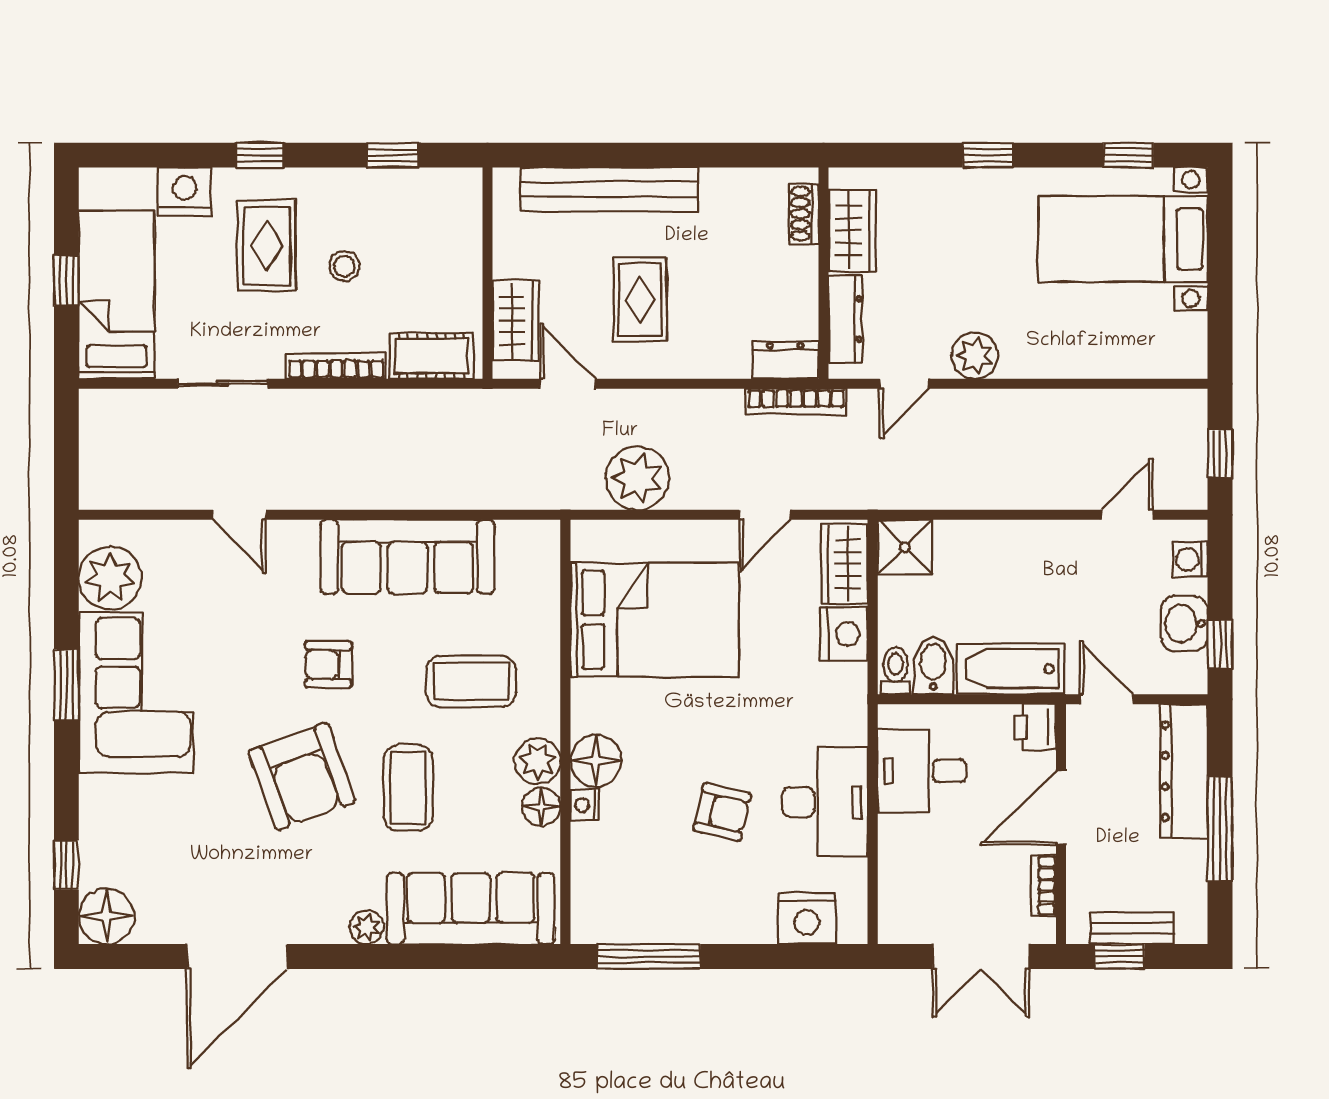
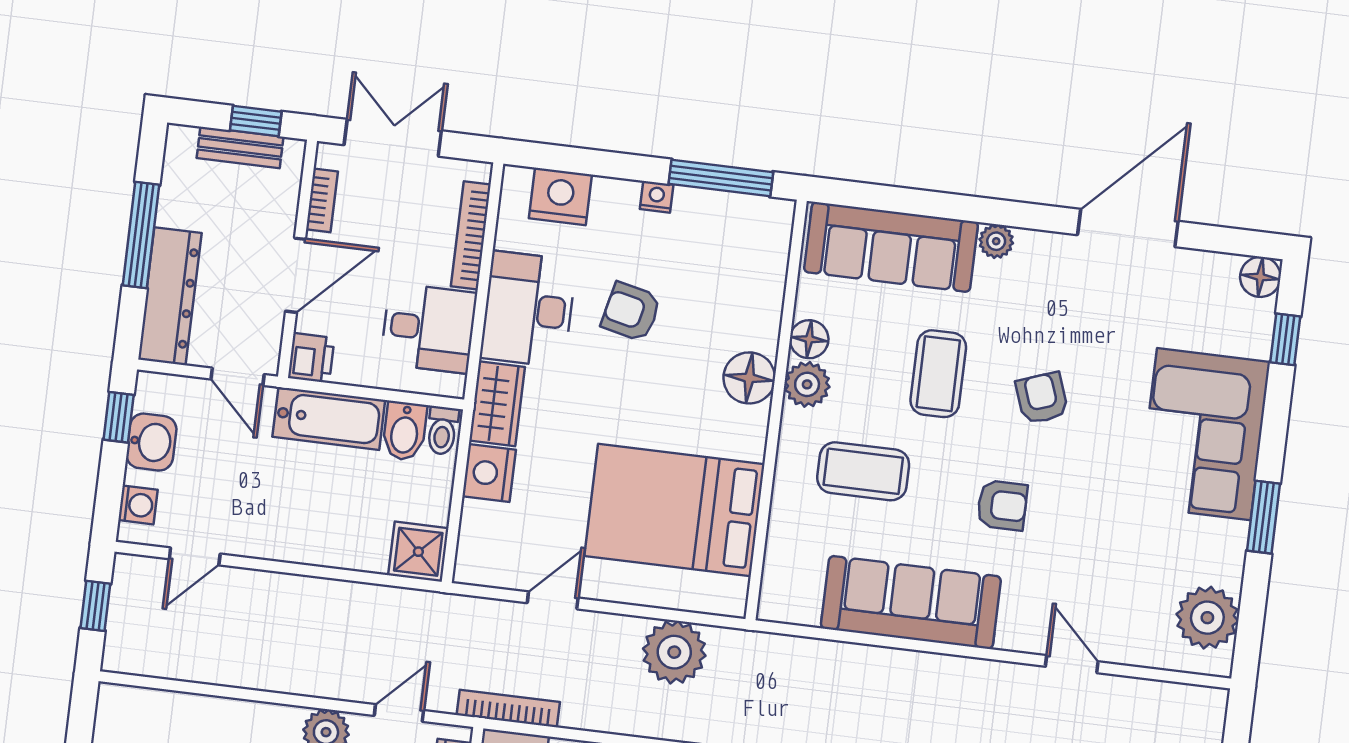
wardrobe: (844, 564) -> (497, 404), moved
corner sofa: (136, 693) -> (1204, 434), moved
armchair: (302, 776) -> (1042, 398), width x0.53, depth x0.53
nightstand: (585, 805) -> (657, 197), moved, turned -90
bookcase: (891, 869) -> (471, 235), added
floor lamp: (106, 916) -> (1260, 277), width x0.73, depth x0.73

